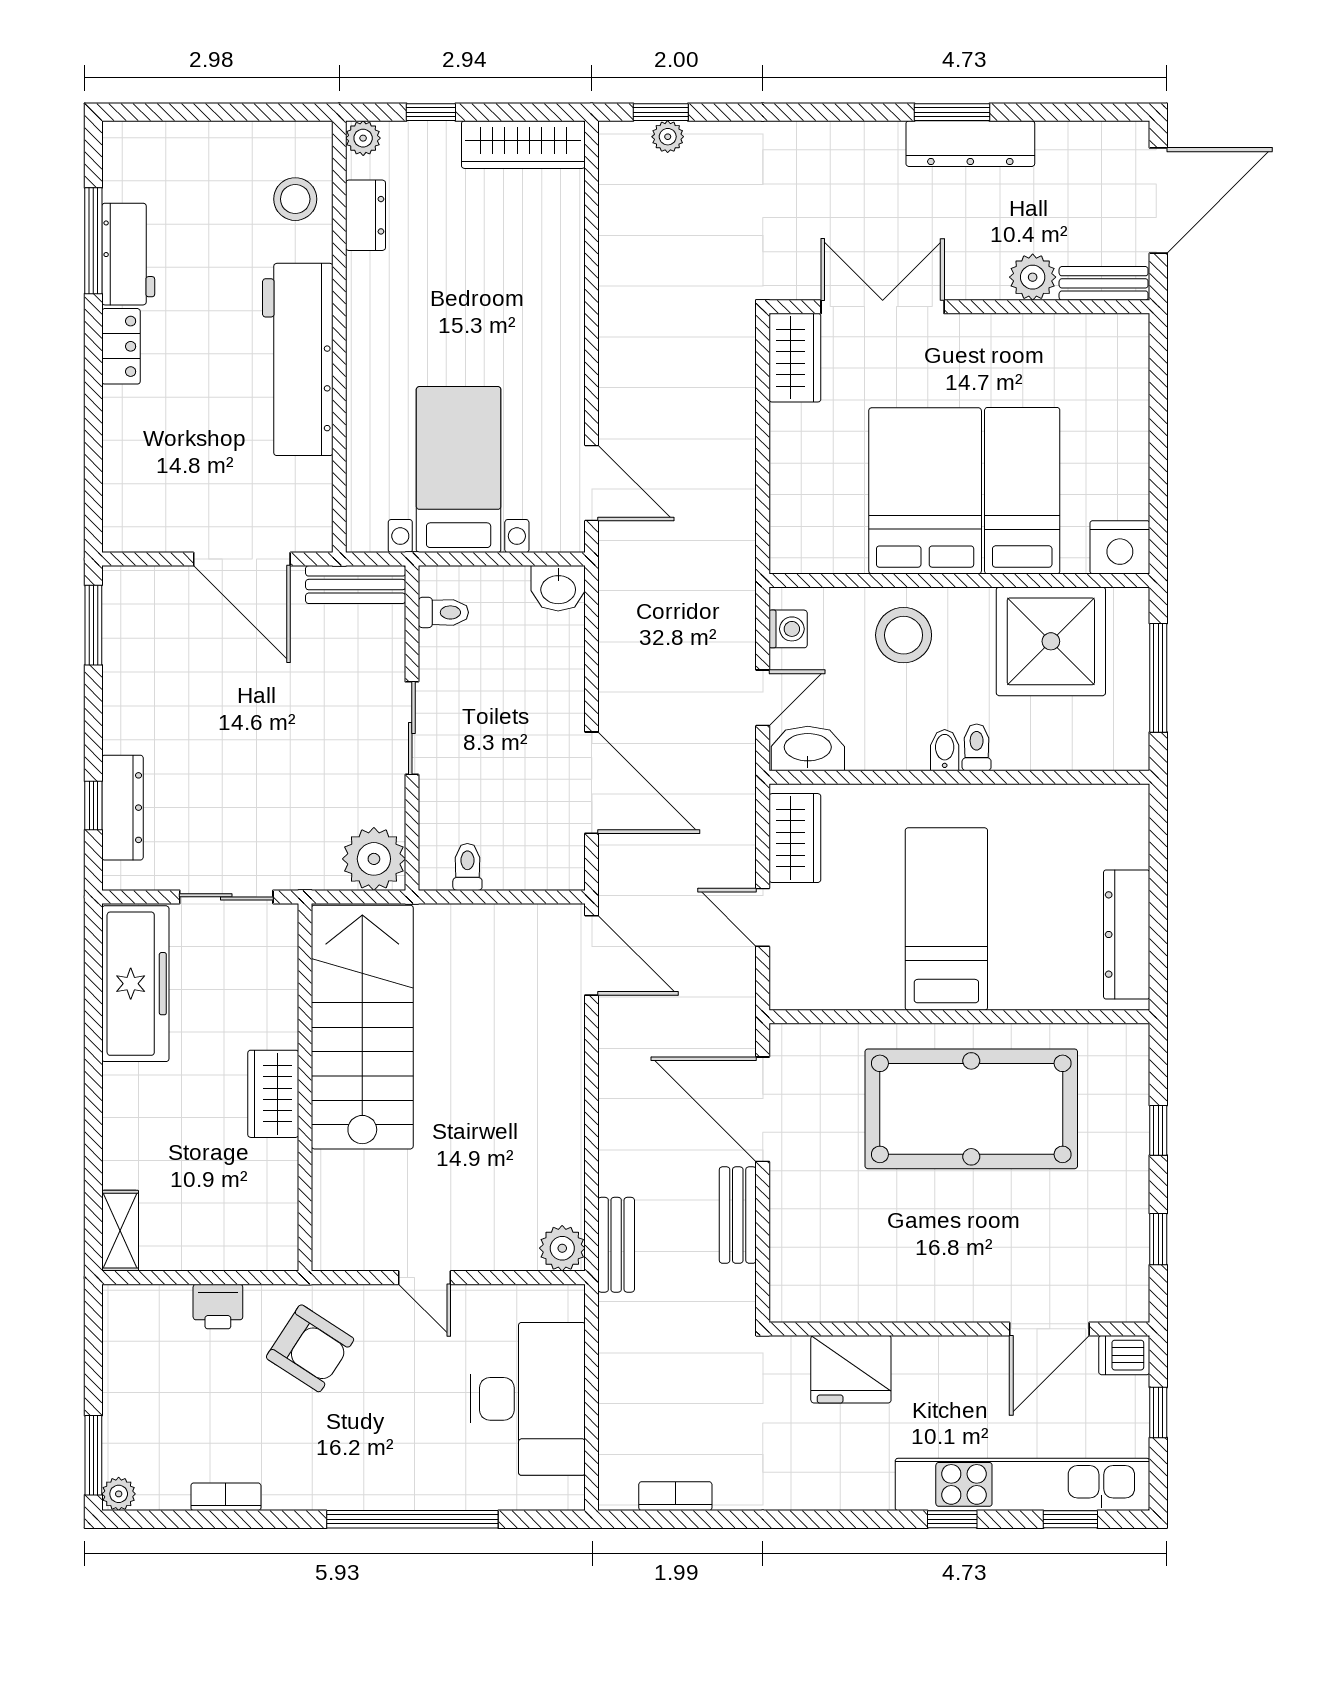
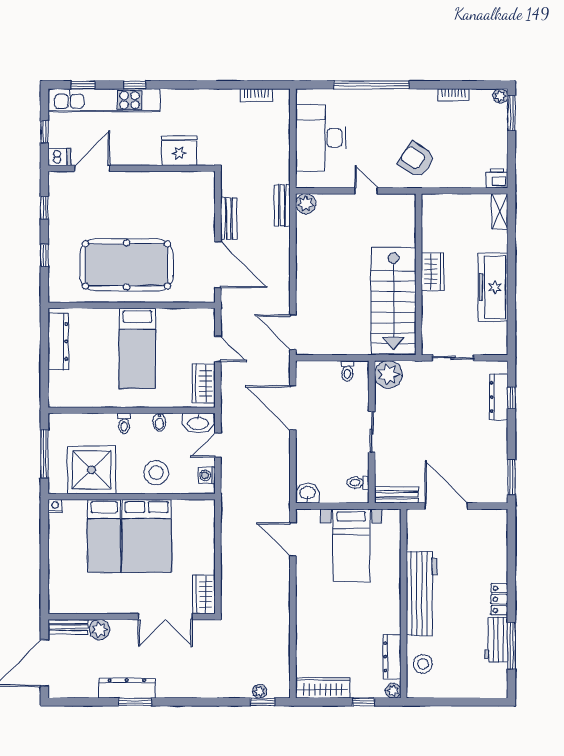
dresser: (365, 215) -> (392, 657), width x1.44
nightstand: (1120, 547) -> (55, 506), width x0.53, depth x0.56
bidet: (945, 750) -> (159, 422), moved
freezer: (135, 984) -> (493, 287), moved
printer: (218, 1306) -> (497, 178), moved

